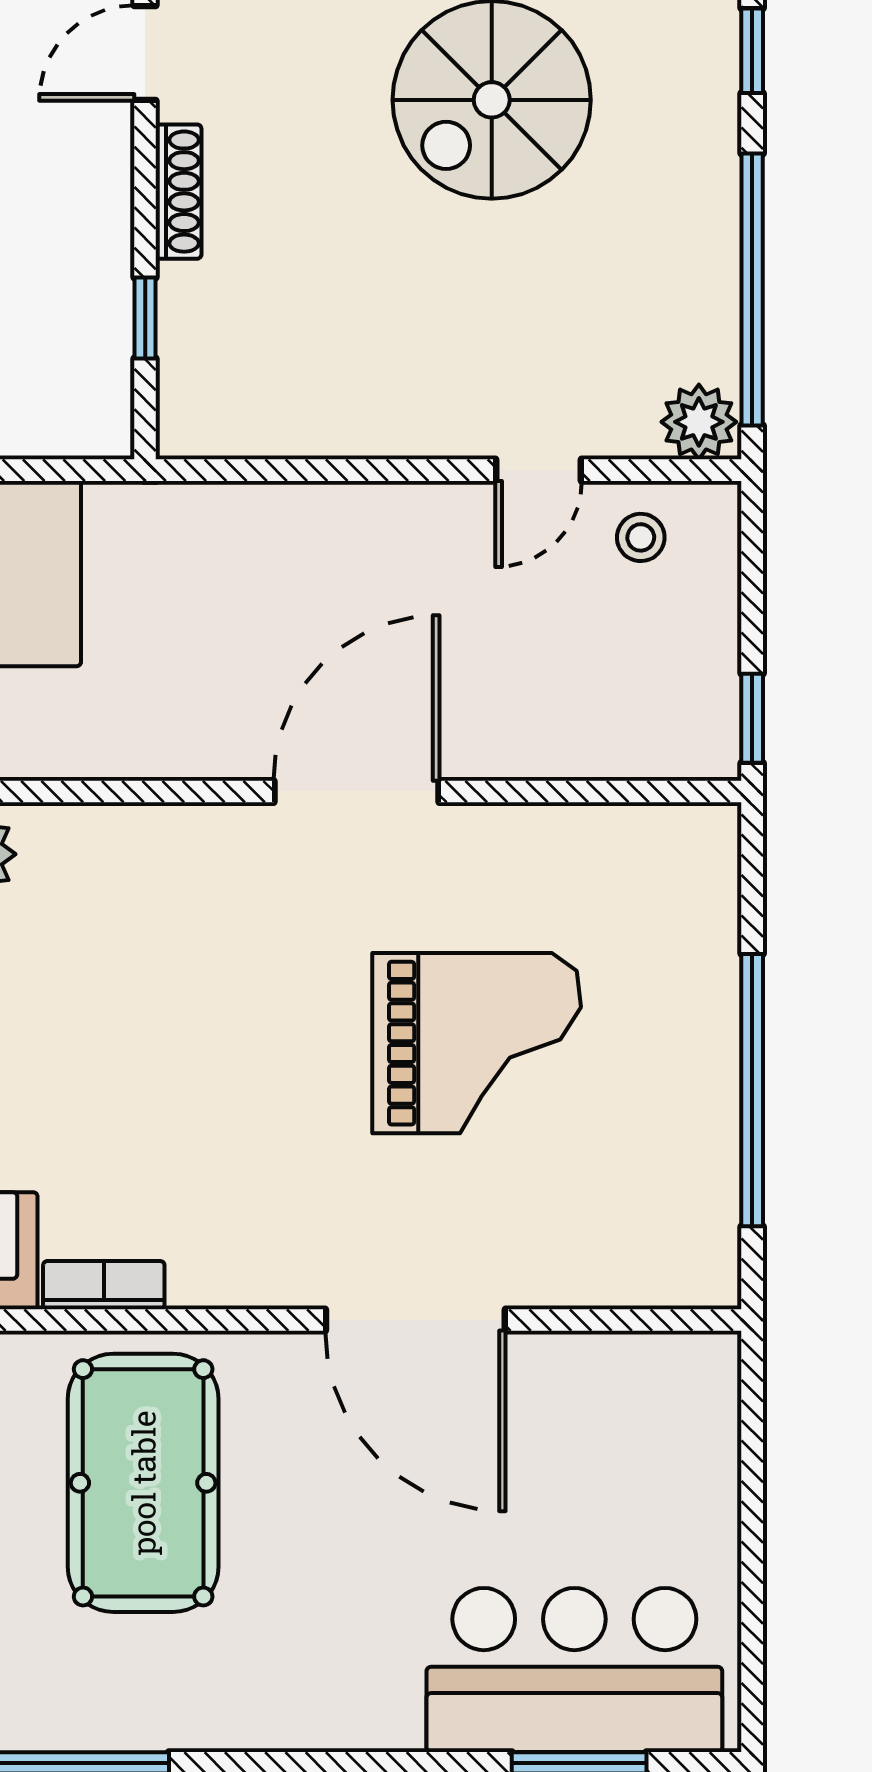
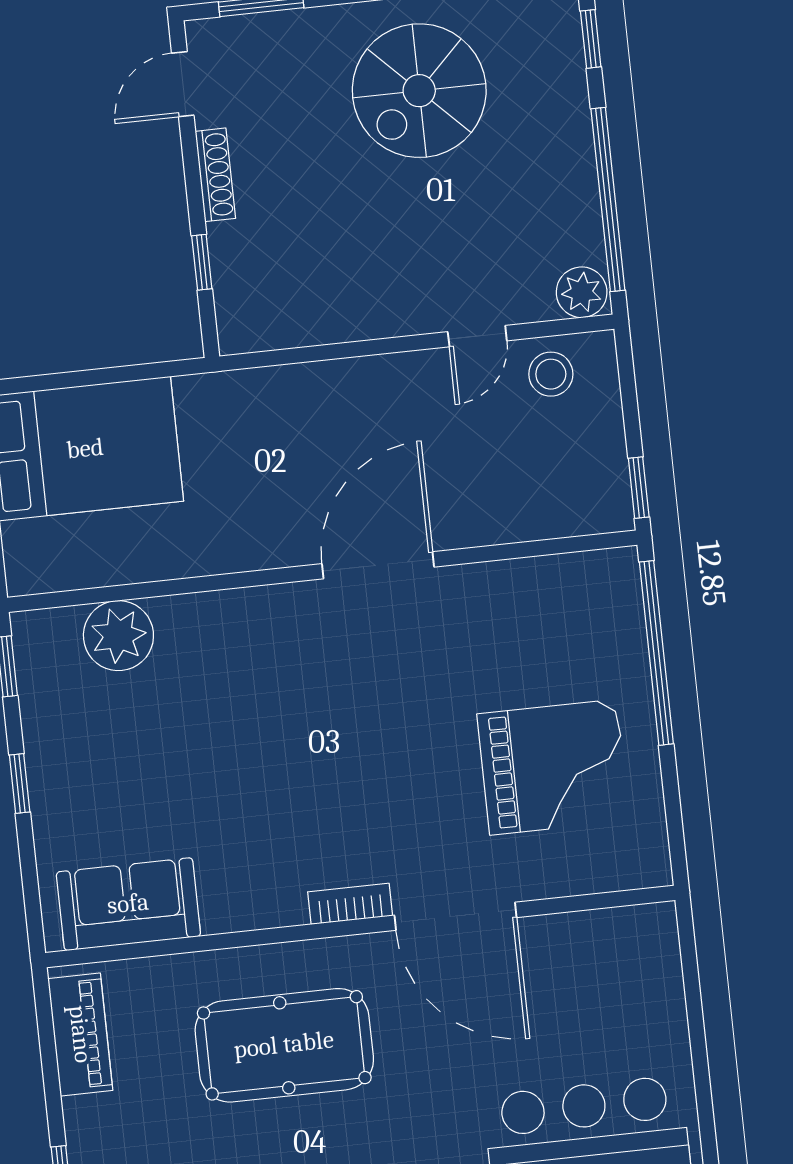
stool: (641, 537) -> (551, 374), width x1.37, depth x1.37
grand piano: (477, 1043) -> (553, 767), moved
window: (752, 1090) -> (656, 653), moved
bookcase: (104, 1285) -> (350, 904), moved
pool table: (143, 1483) -> (284, 1045), turned 90

